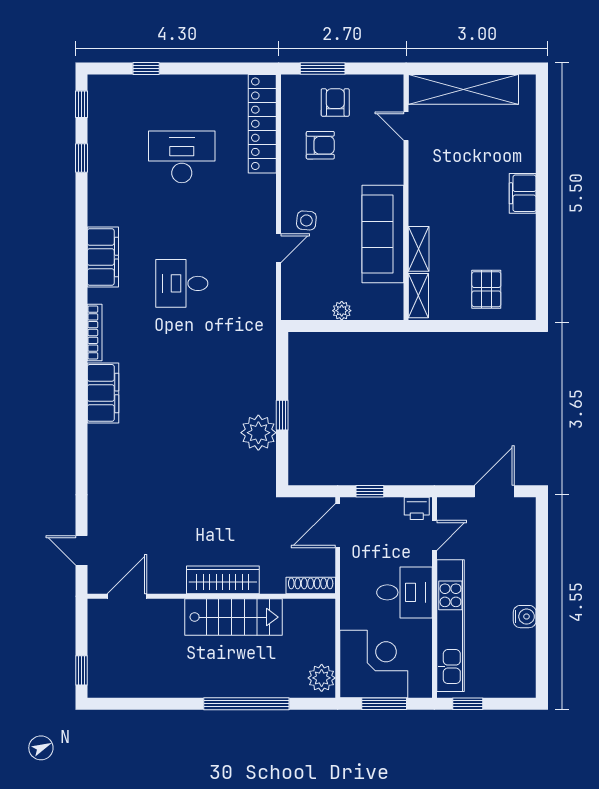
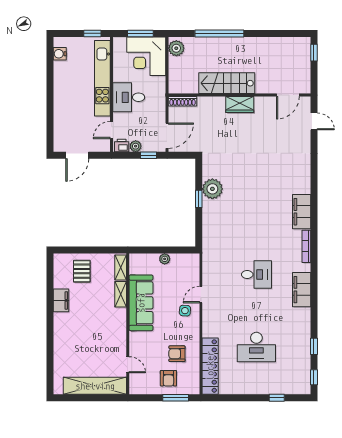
filing cabinet: (523, 193) -> (61, 300), moved
plant: (392, 507) -> (136, 146), added
wardrobe: (223, 580) -> (240, 104), width x0.67
water cooler: (525, 617) -> (60, 54), moved

